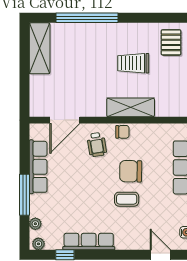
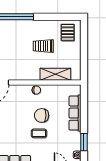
shelving: (131, 107) -> (55, 74), moved
wheelchair: (97, 145) -> (20, 98), removed

